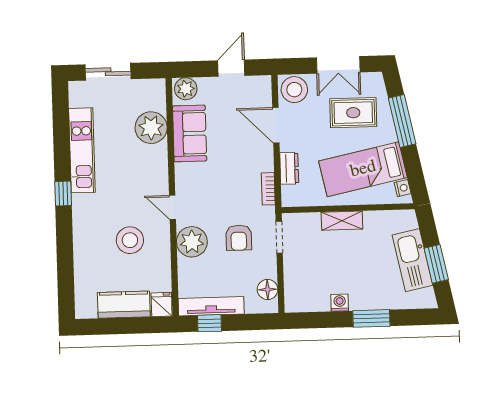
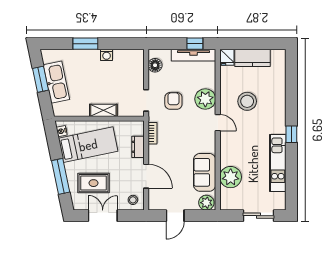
stool: (294, 90) -> (133, 200), width x0.53, depth x0.53

